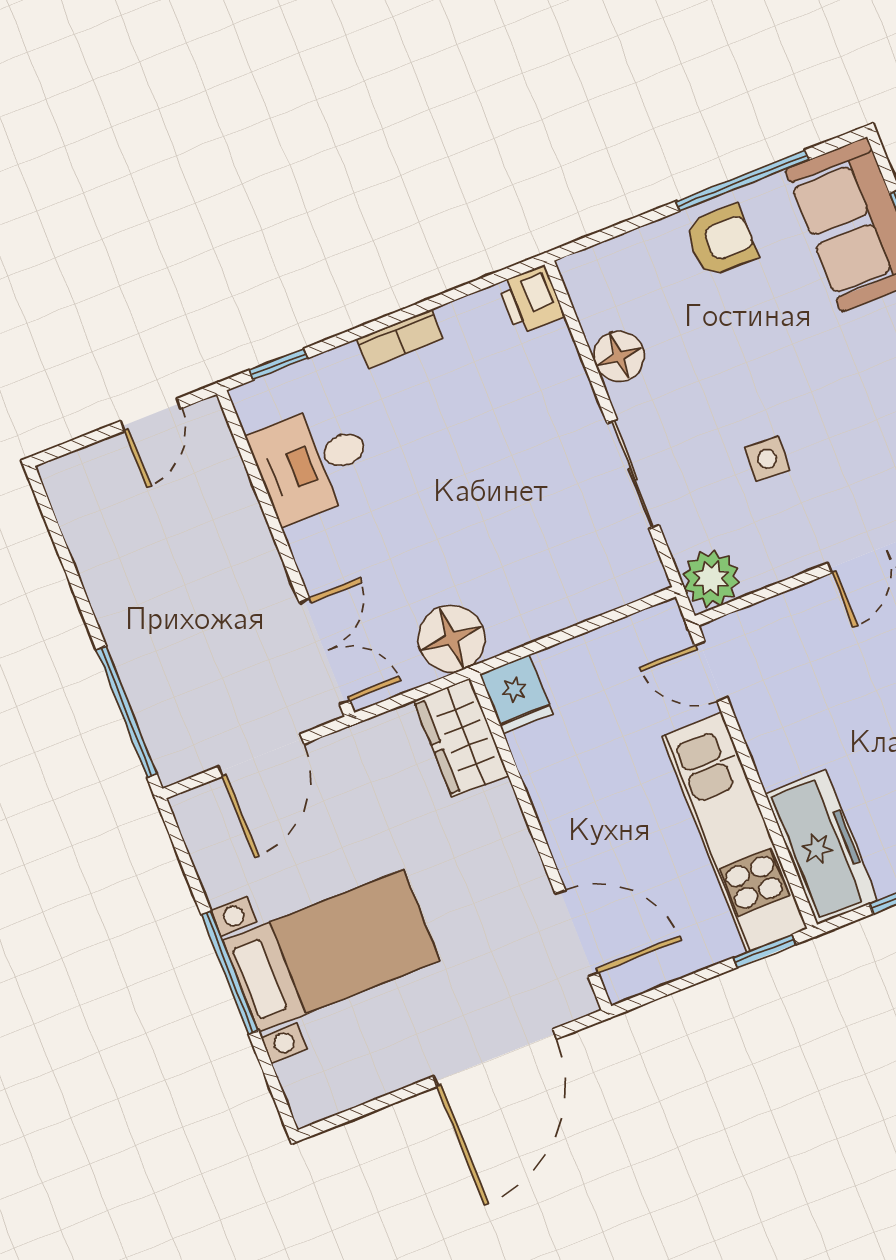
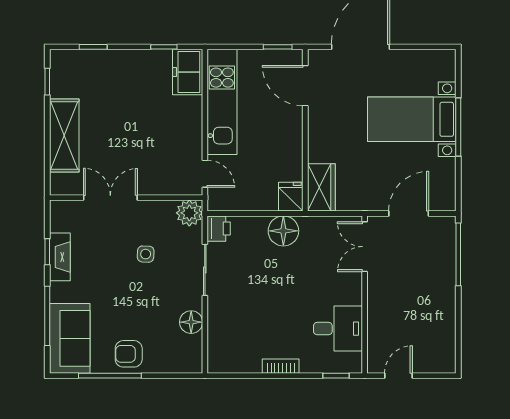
printer: (531, 300) -> (219, 229), moved
floor lamp: (452, 639) -> (283, 231), moved
freezer: (821, 847) -> (188, 72), width x0.71
window: (764, 951) -> (278, 47), moved

